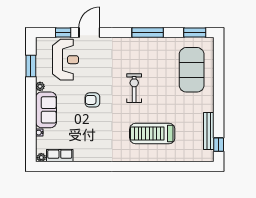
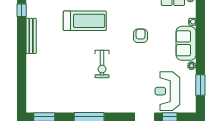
exercise mat: (192, 70) -> (47, 81), removed
armchair: (92, 100) -> (140, 36), moved, turned -90
bench: (209, 131) -> (31, 36), moved

